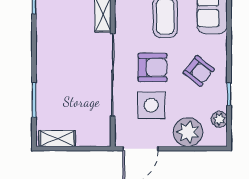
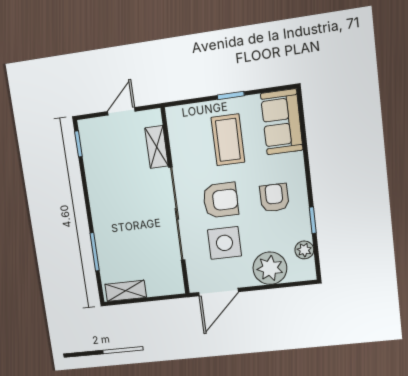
armchair: (199, 71) -> (274, 198), turned -128

